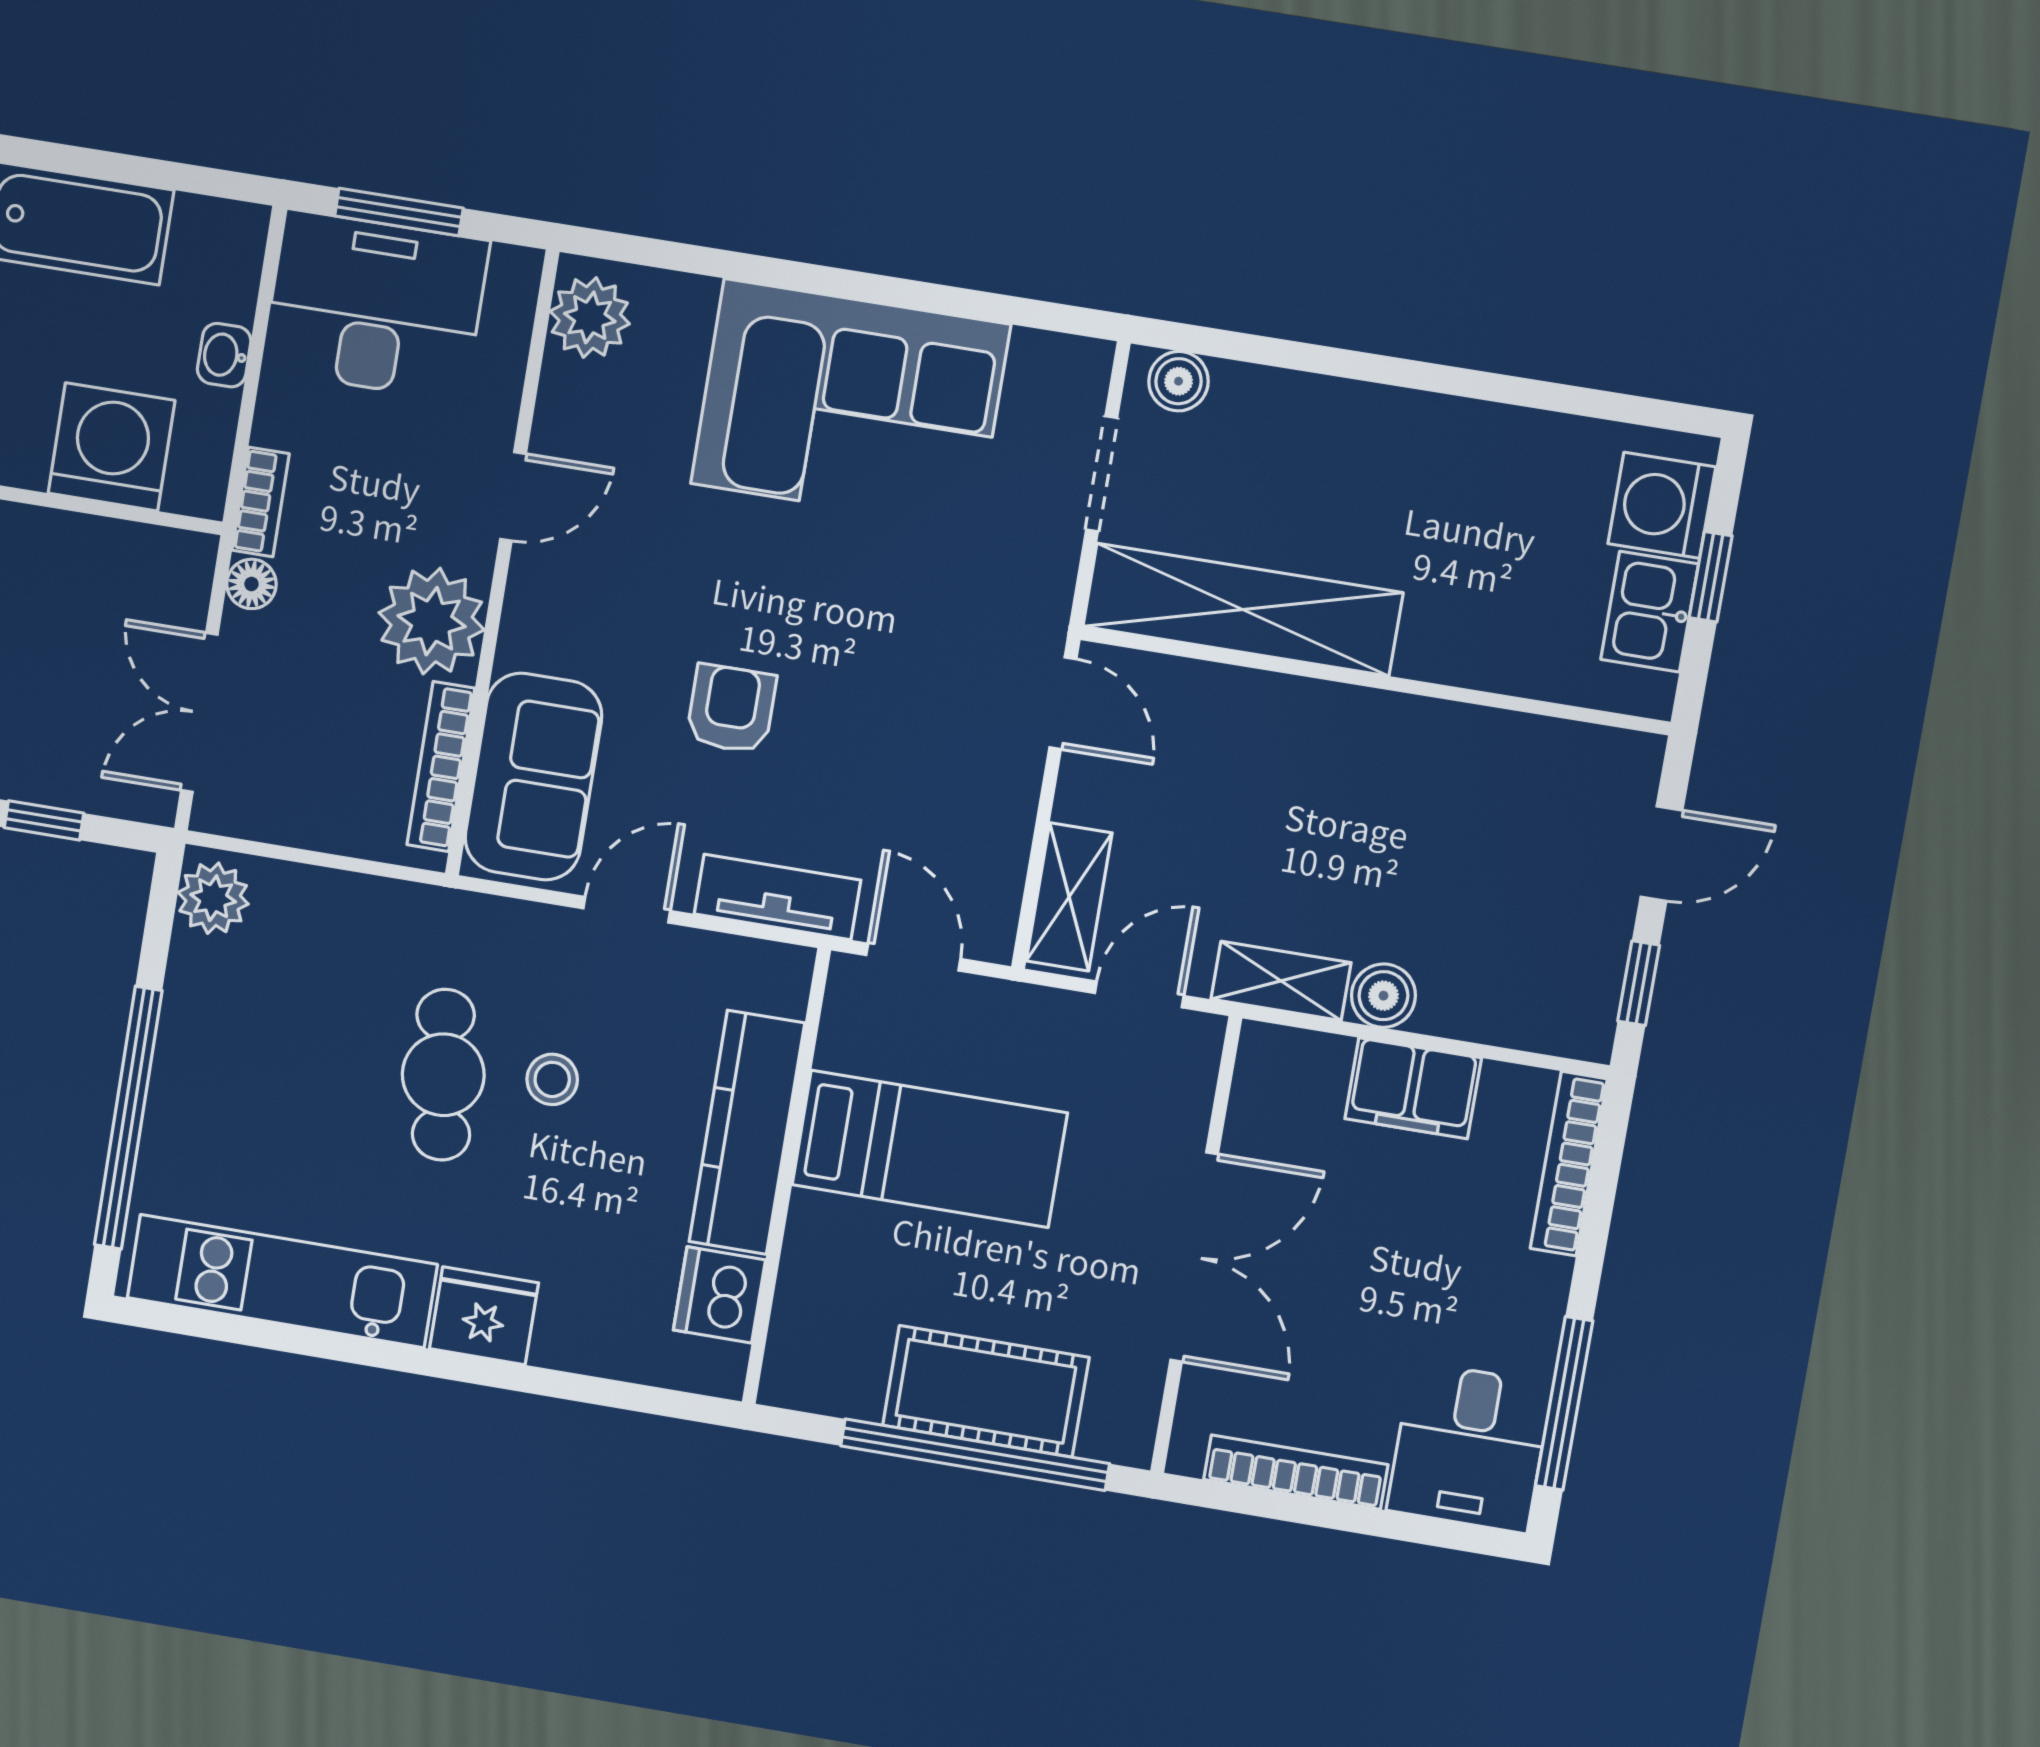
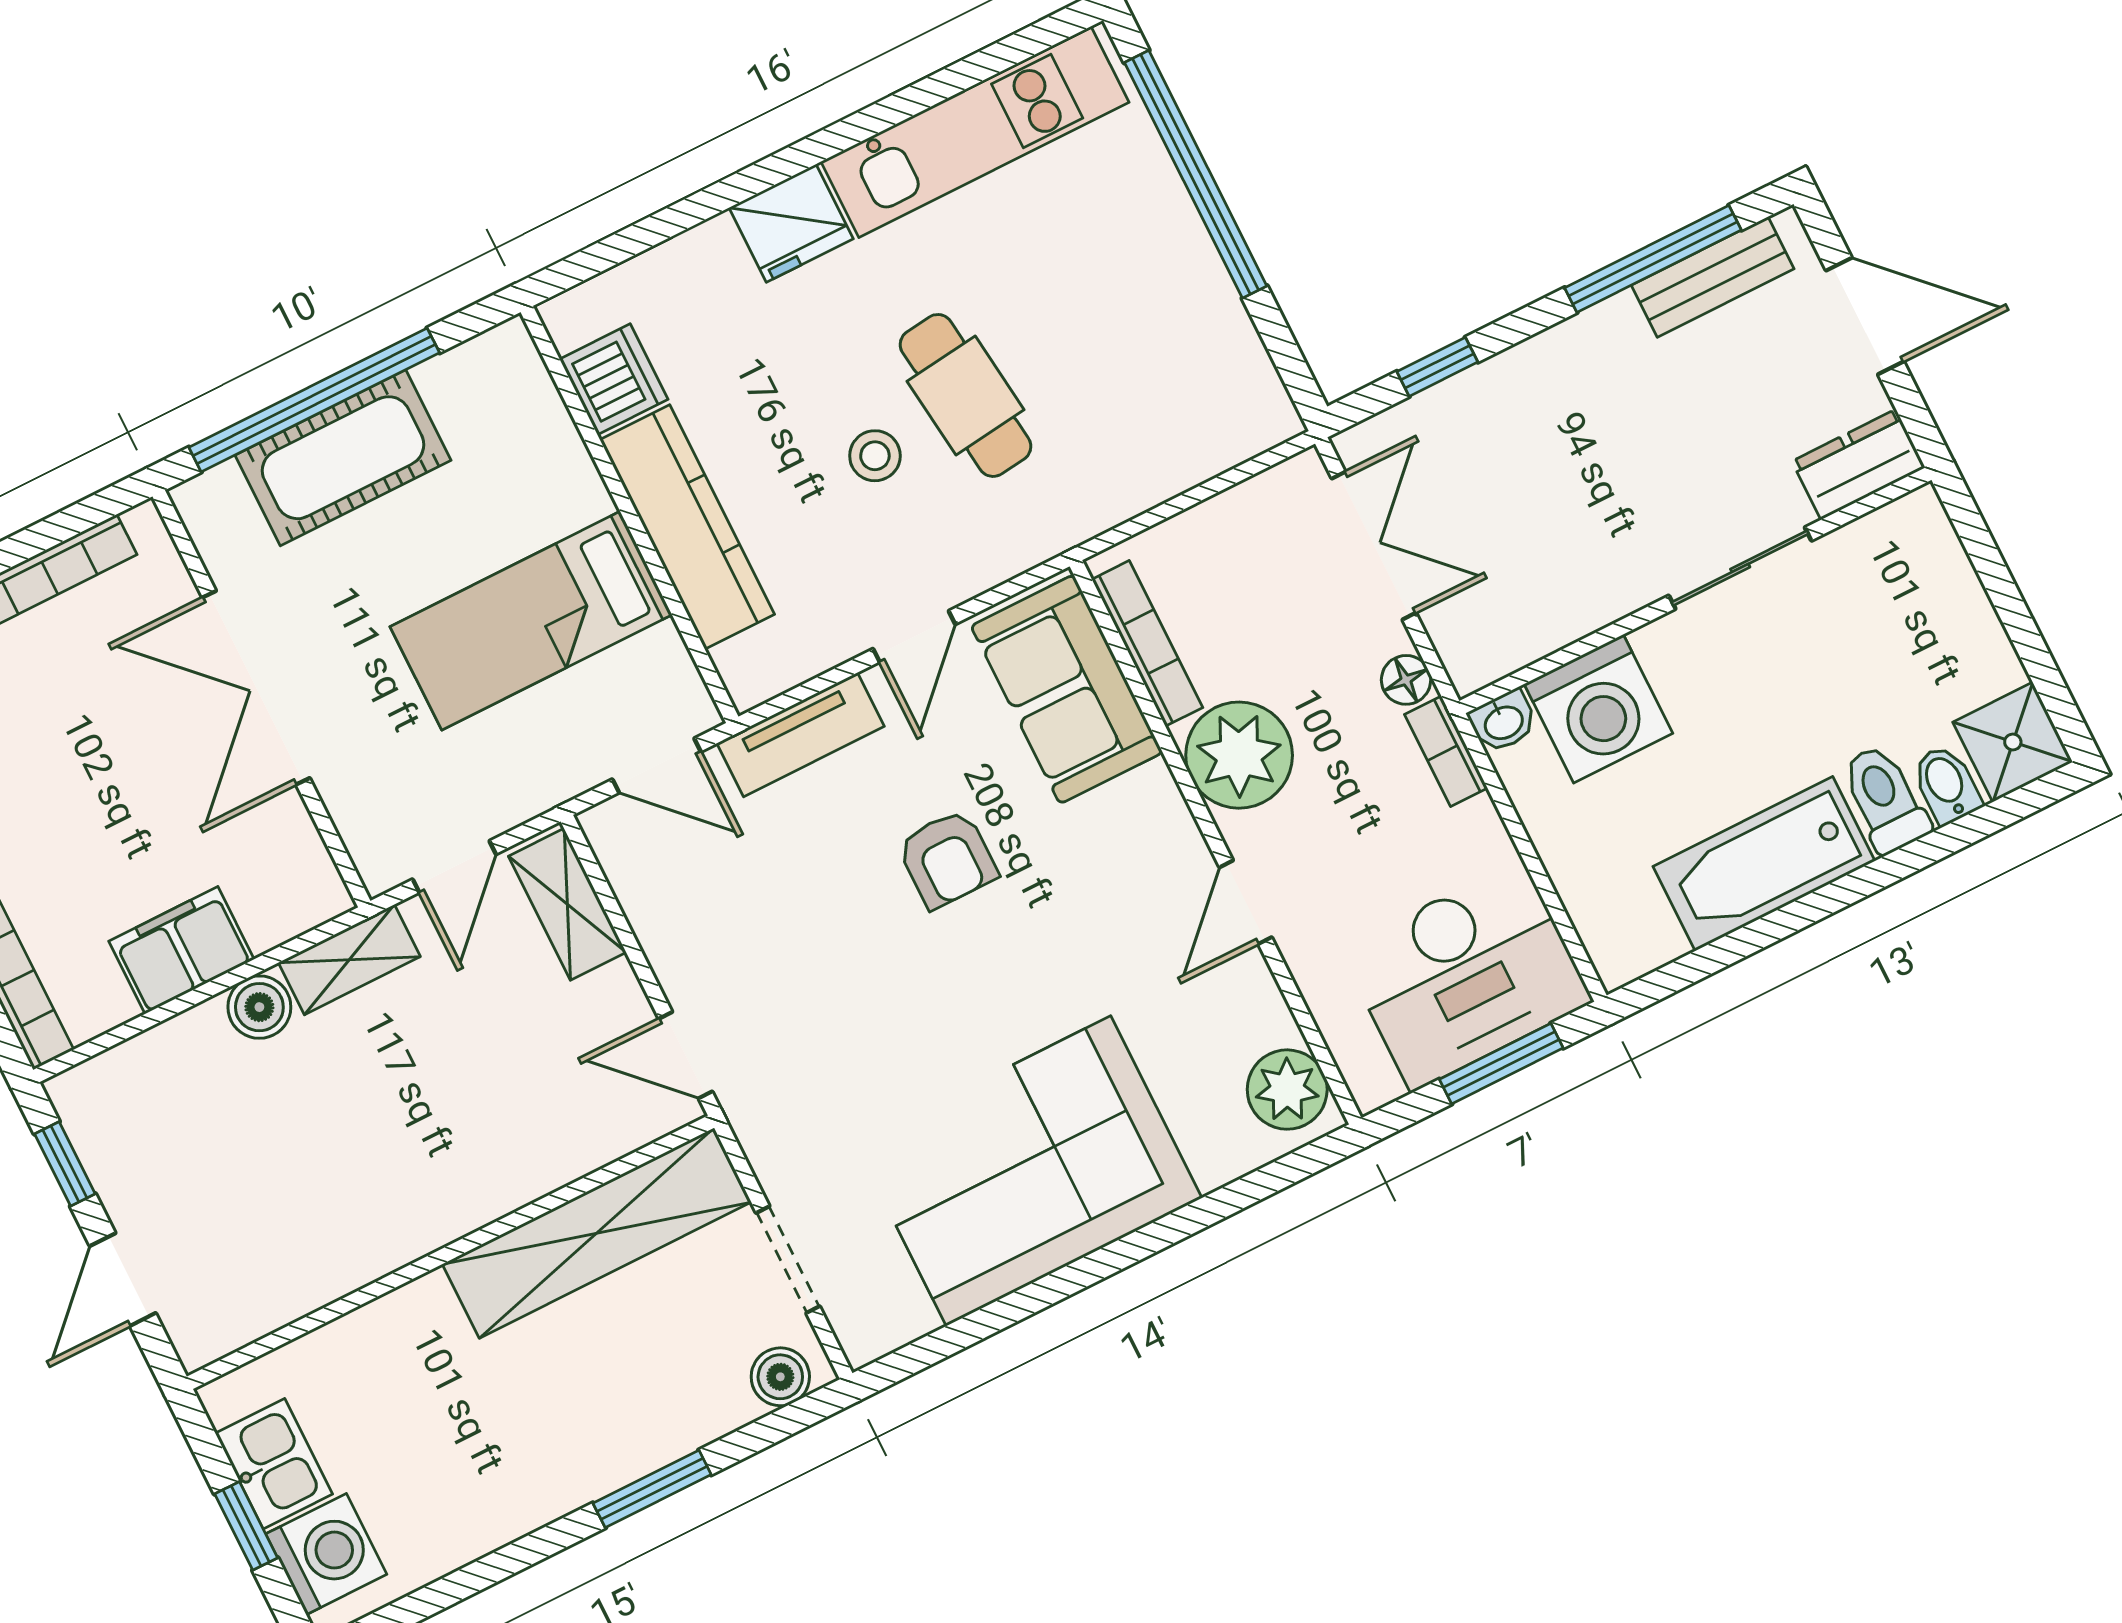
washbasin: (224, 355) -> (1503, 722), moved, turned 90
window: (1352, 365) -> (652, 1489), added
plant: (213, 898) -> (1255, 403), removed

